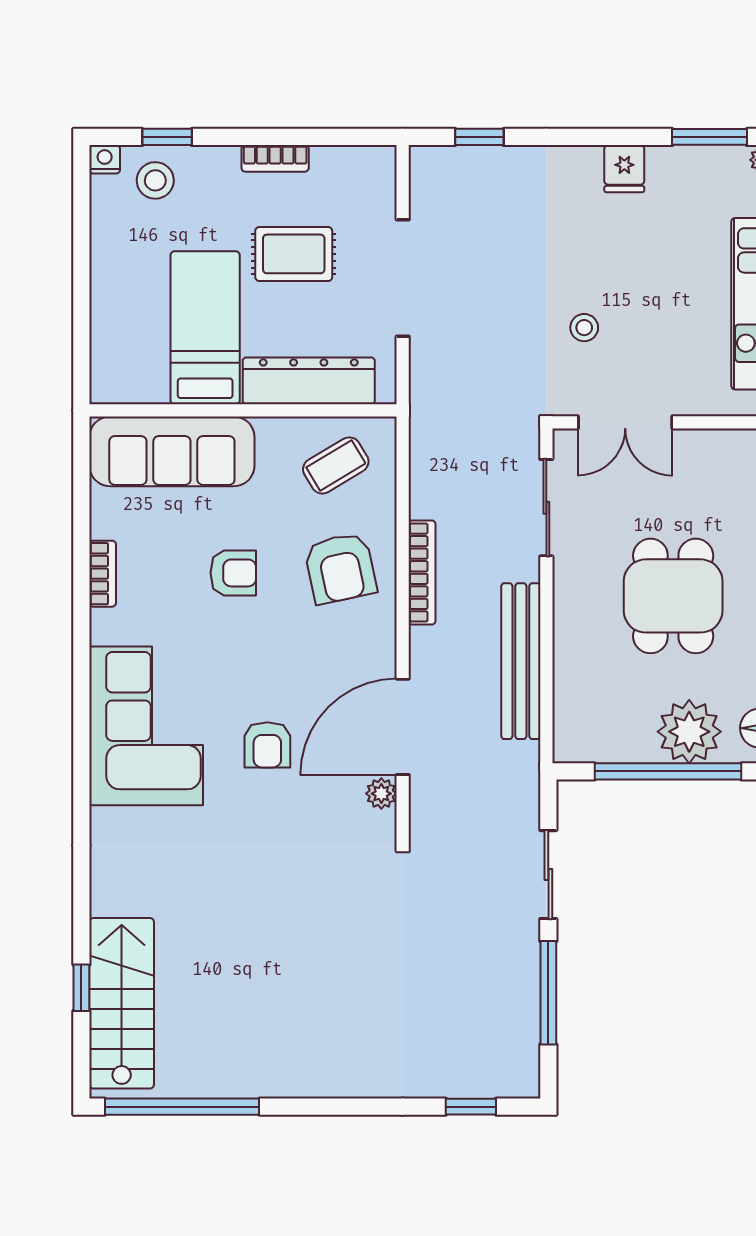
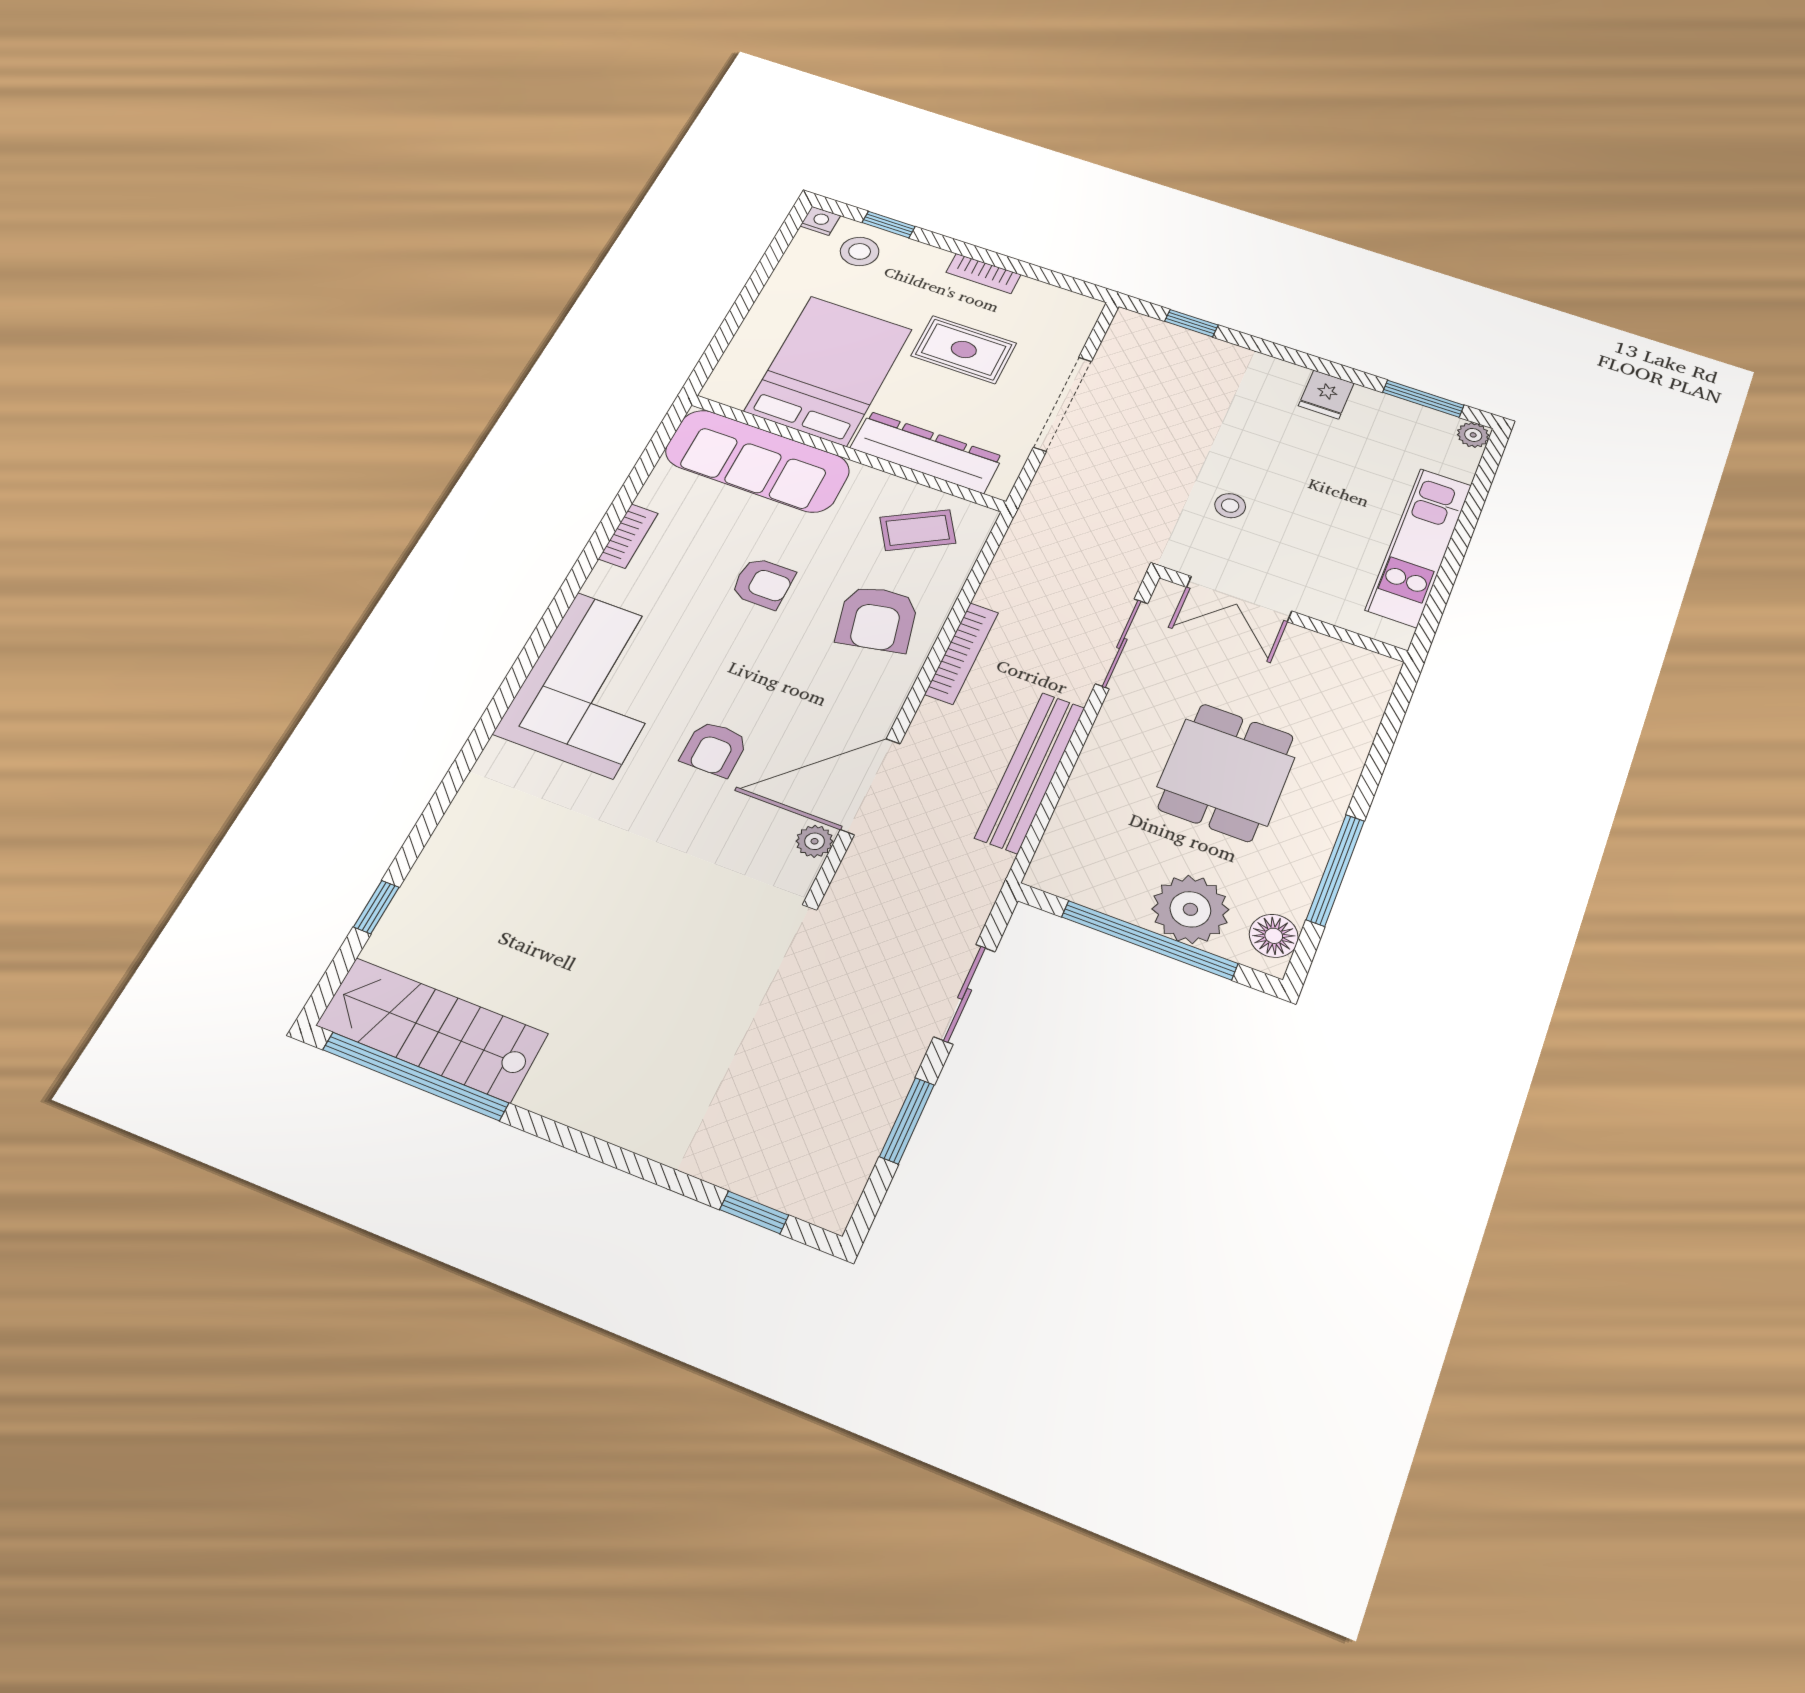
bed: (205, 328) -> (829, 370), width x1.50
window: (548, 993) -> (907, 1121), width x0.69
stairs: (122, 1003) -> (432, 1030), moved, turned -90

